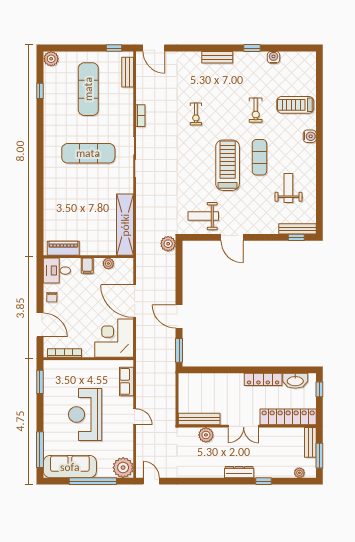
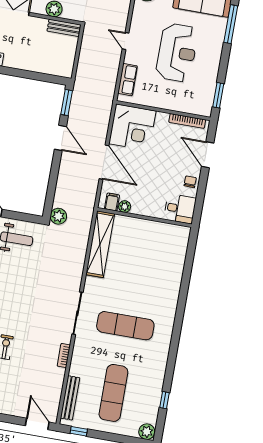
bench: (128, 72) -> (70, 398), width x1.36
piano: (63, 248) -> (169, 231), removed
filing cabinet: (87, 266) -> (112, 202), moved
bench: (199, 419) -> (64, 28), width x0.73

